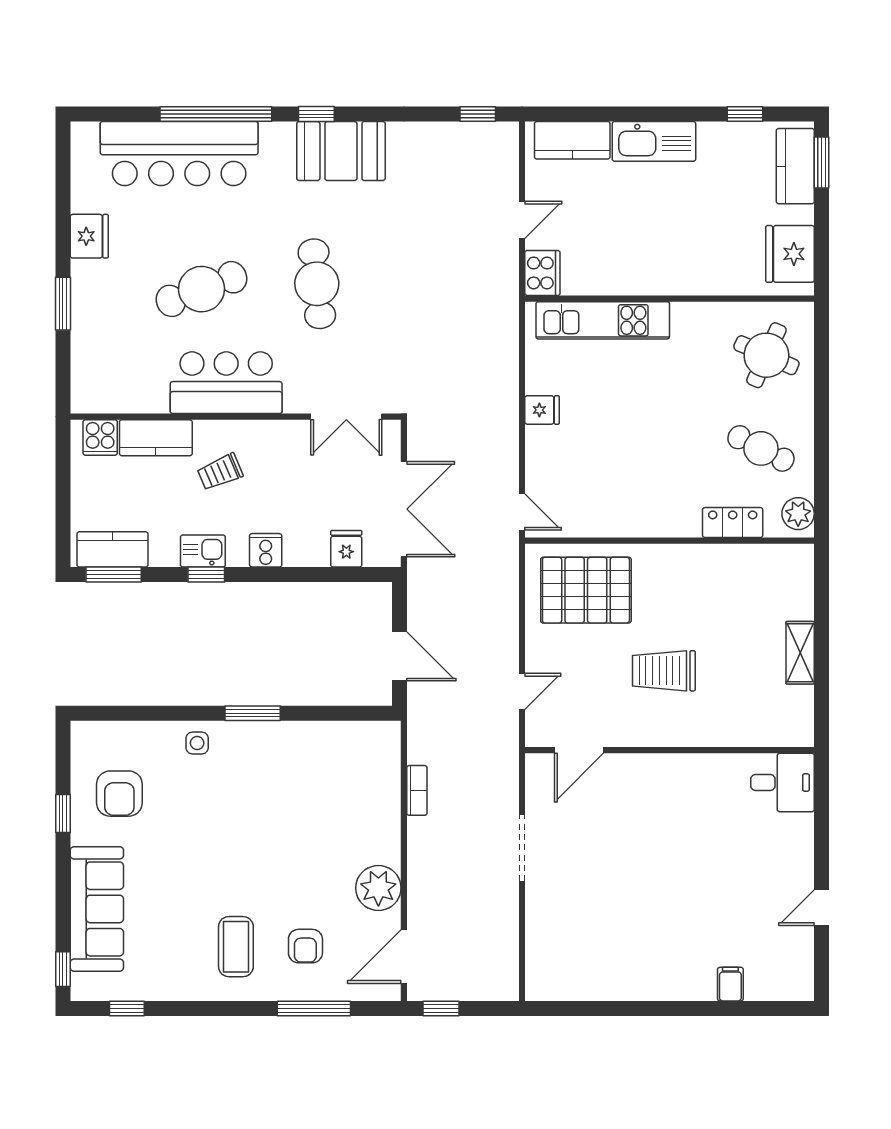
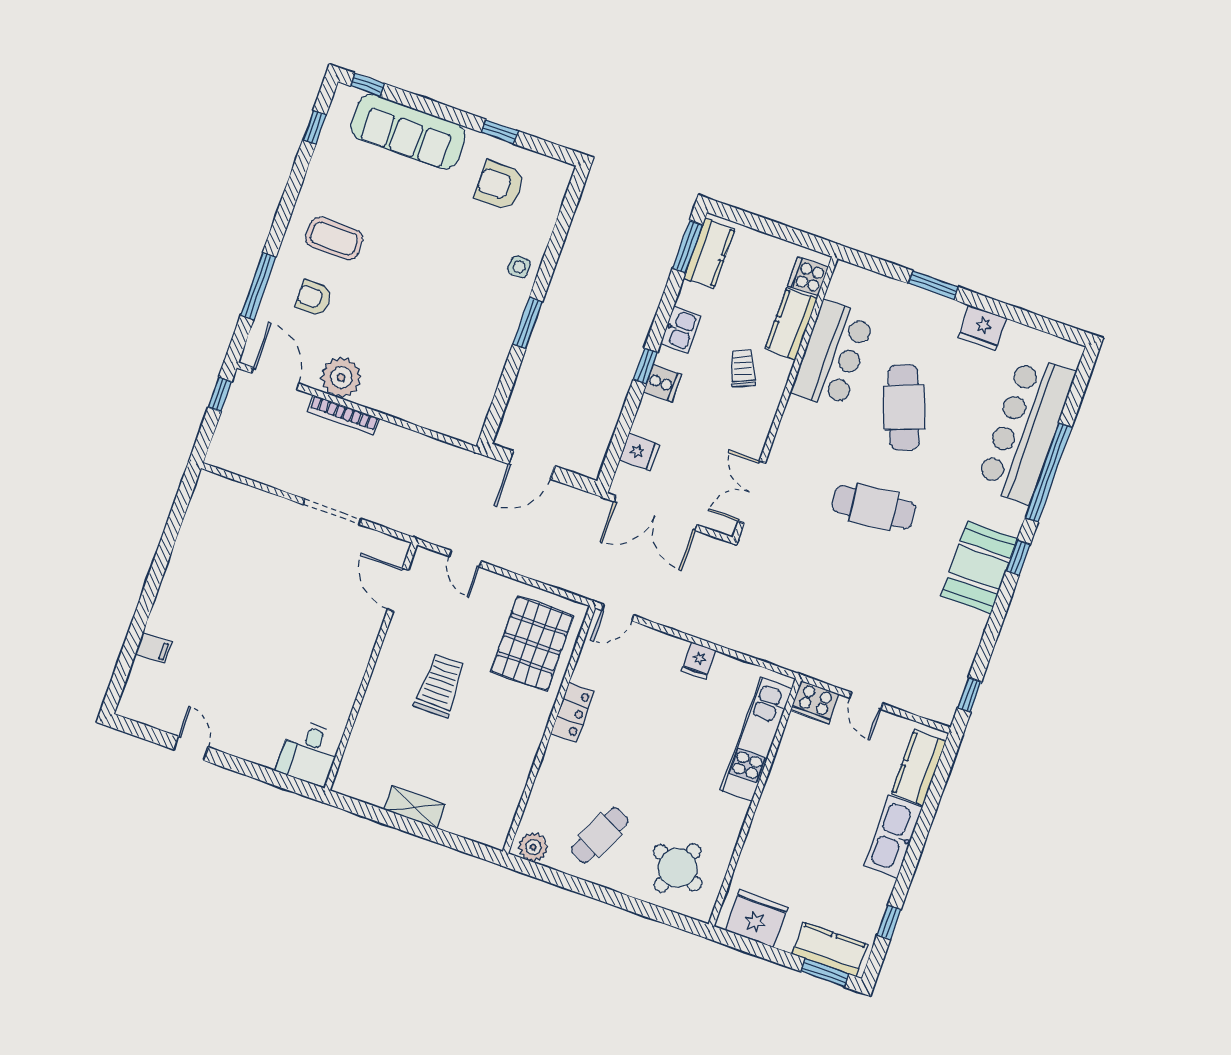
bar counter: (226, 383) -> (833, 355), moved
locker: (733, 523) -> (573, 712), moved
window: (206, 575) -> (645, 366), moved
bookcase: (417, 790) -> (343, 415), moved, width x1.56

